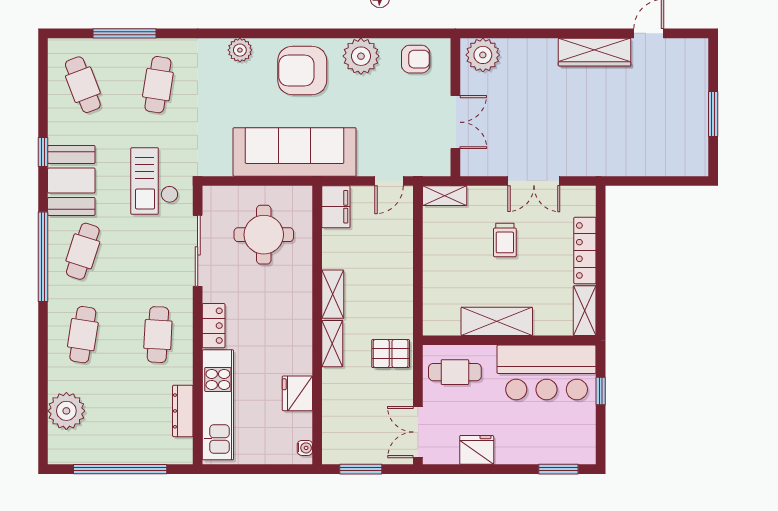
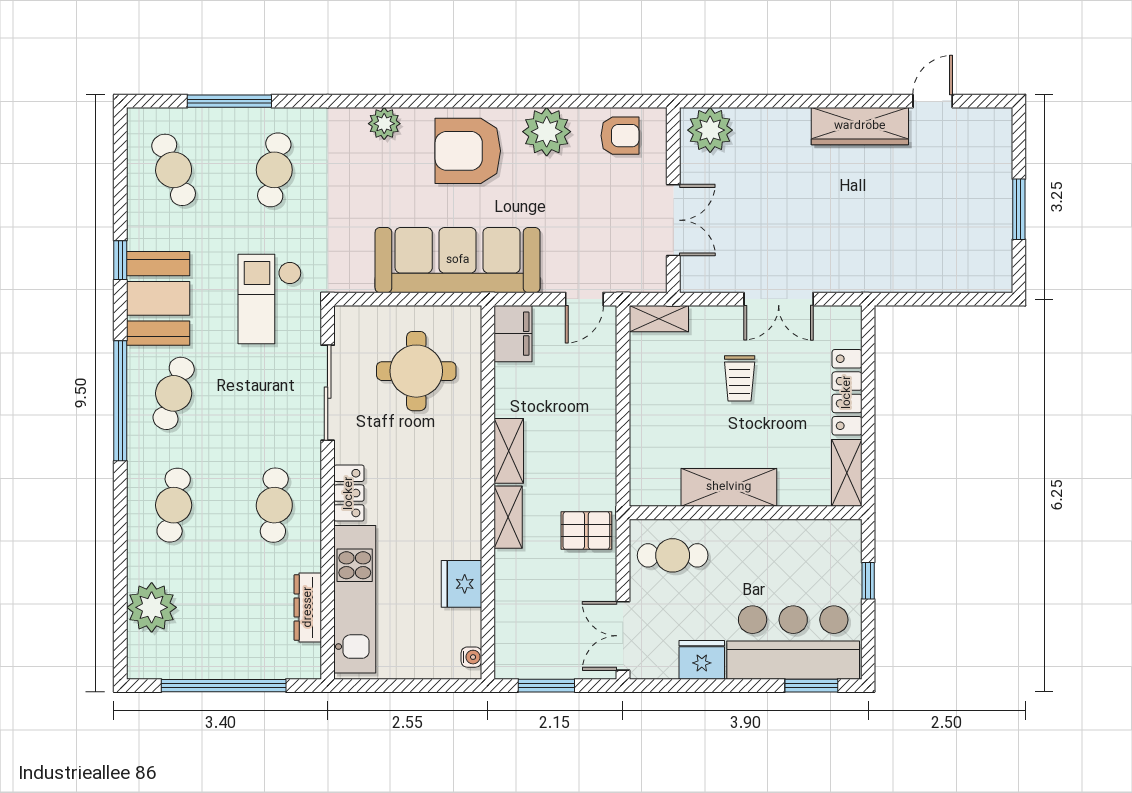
bar counter: (547, 372) -> (793, 642), moved, turned 180

